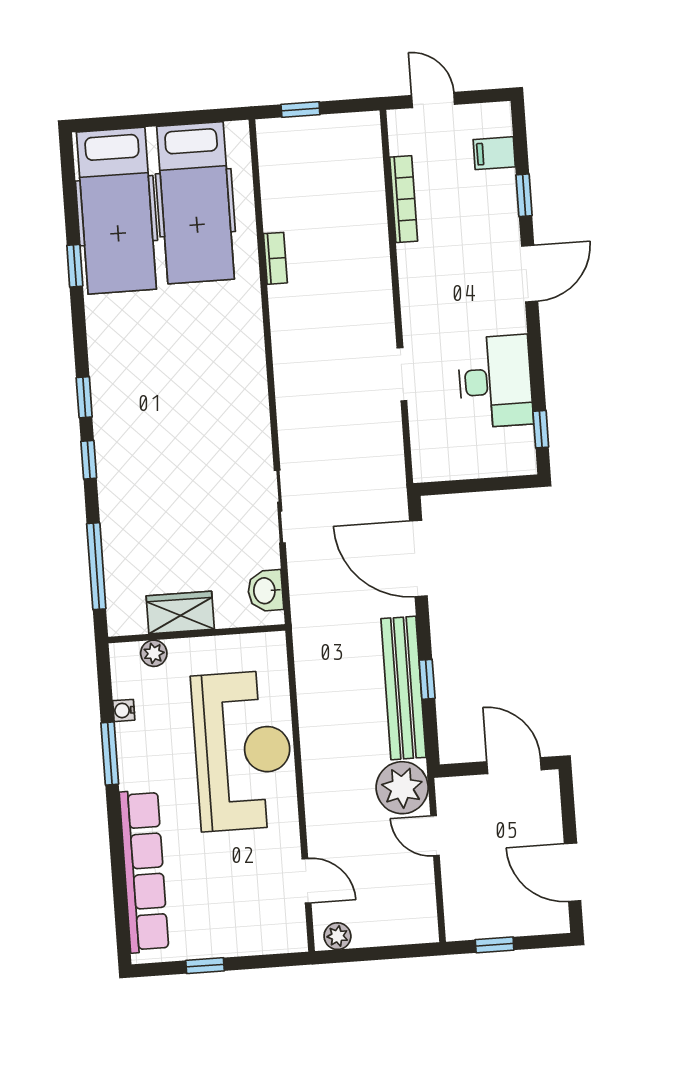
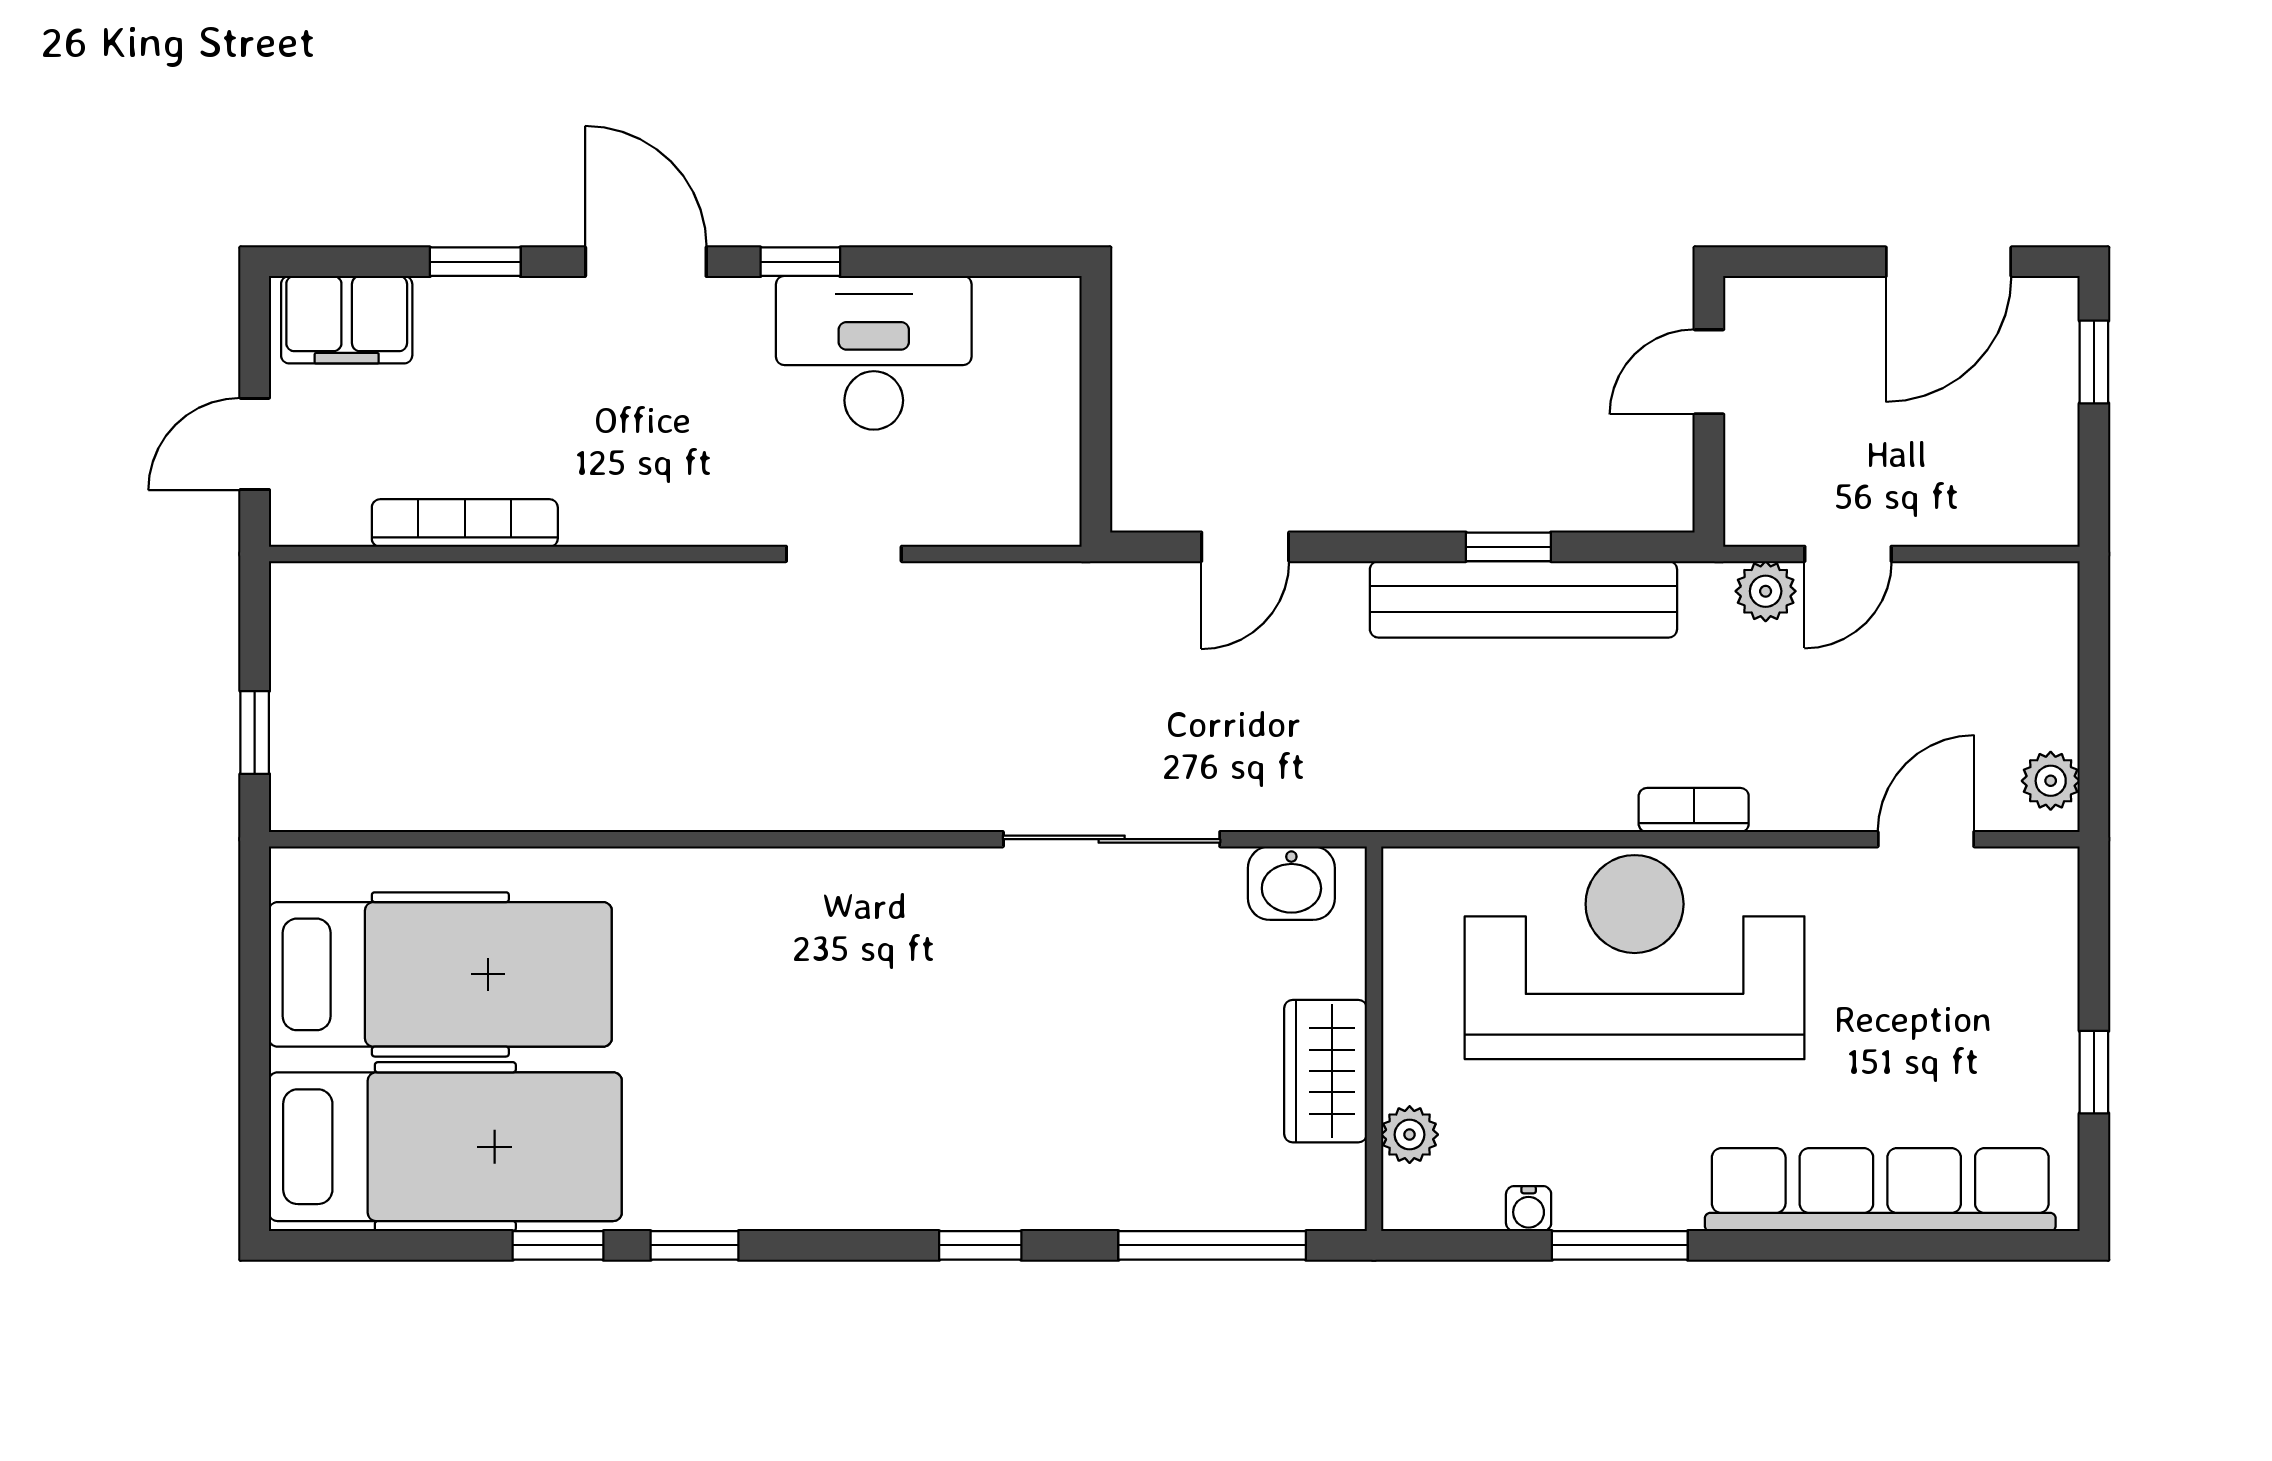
filing cabinet: (494, 153) -> (347, 320), width x2.00
bookcase: (275, 258) -> (1694, 810), moved
window: (84, 397) -> (695, 1245), moved
window: (541, 429) -> (800, 262), moved
sliding door: (280, 507) -> (1112, 839), width x1.37
door: (418, 558) -> (1245, 547), width x0.53
door: (514, 766) -> (1709, 372), width x0.73
plant: (402, 788) -> (1766, 591), width x0.53, depth x0.53
window: (495, 945) -> (2094, 362), moved

